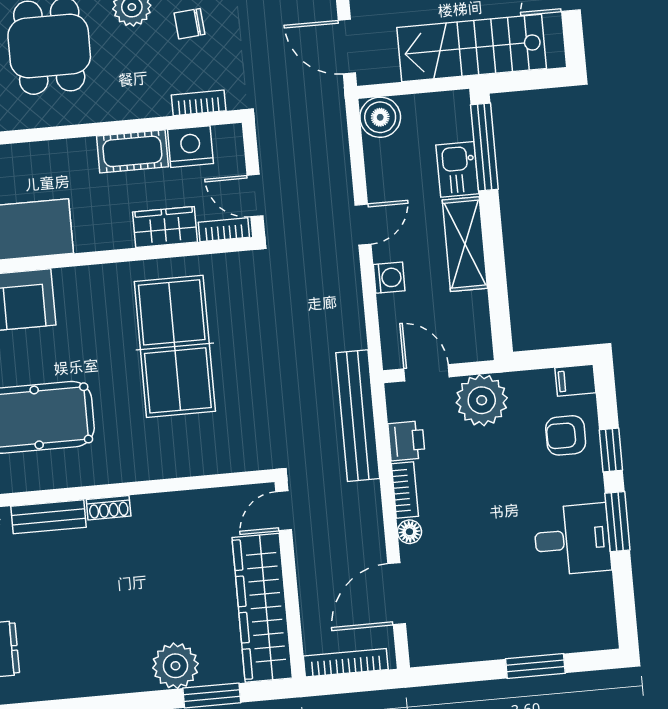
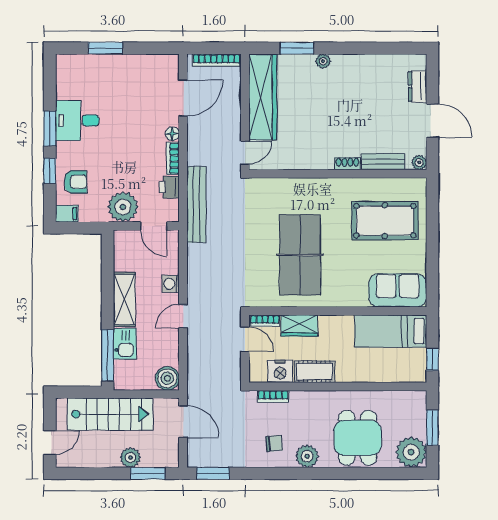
plant: (175, 666) -> (323, 61), width x0.53, depth x0.53

